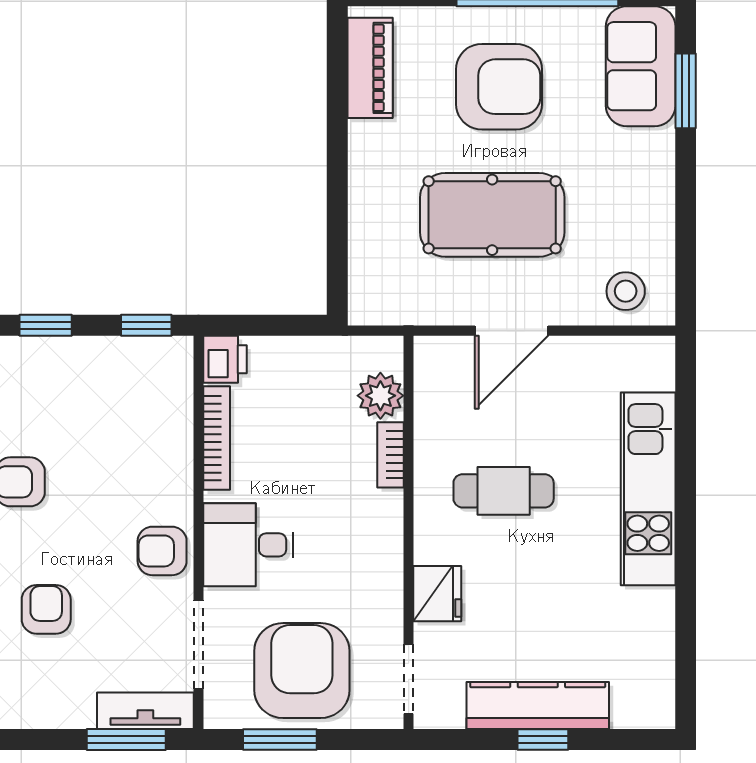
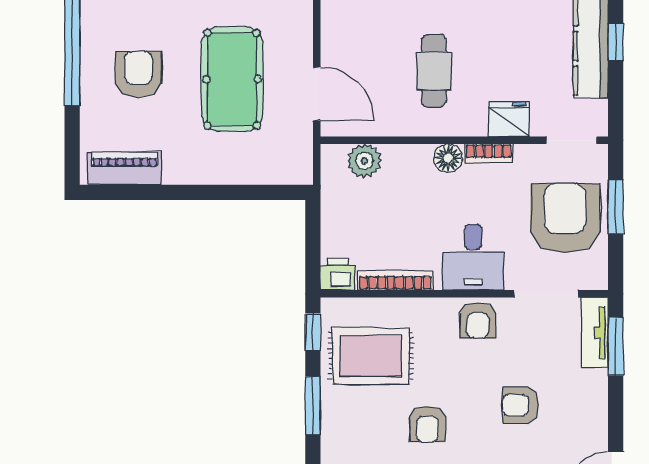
armchair: (499, 87) -> (138, 74), width x0.73, depth x0.73
window: (46, 325) -> (313, 406), width x1.50
door: (512, 331) -> (317, 94), moved
rug: (114, 404) -> (371, 356), added
bookcase: (390, 455) -> (489, 153), moved
floor lamp: (384, 510) -> (448, 158), added
armchair: (302, 671) -> (565, 218), turned 90
window: (280, 740) -> (616, 207), moved

